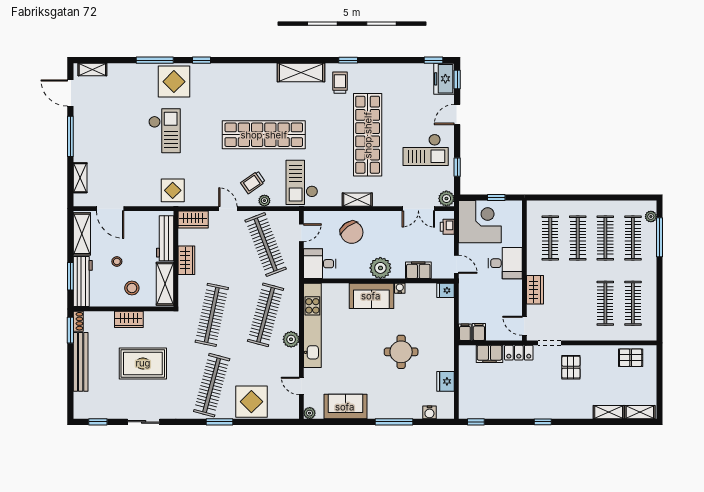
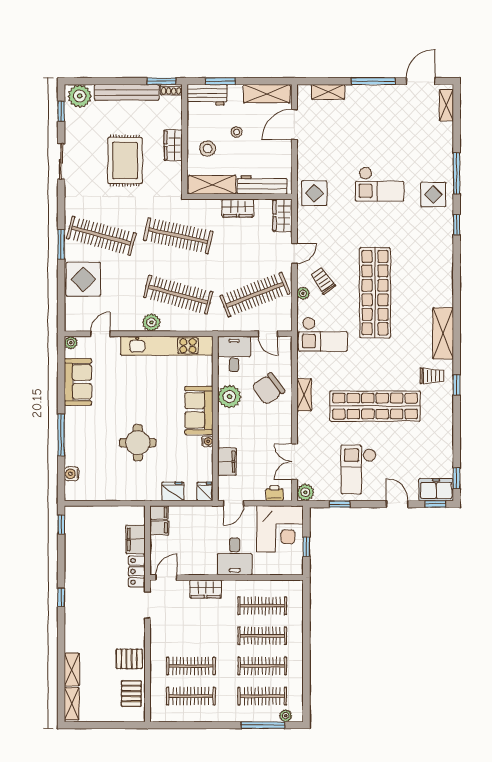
display table: (174, 82) -> (433, 194), width x0.73, depth x0.73
checkout: (302, 182) -> (323, 334), turned 180
plant: (380, 268) -> (229, 397), moved
workbench: (83, 282) -> (207, 95), width x0.73
pallet: (571, 367) -> (129, 659), moved
fridge: (446, 381) -> (173, 491), moved
plant: (84, 405) -> (80, 96), added

